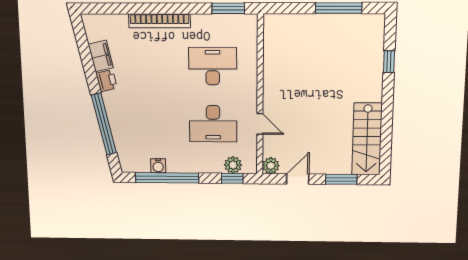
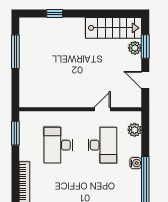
water cooler: (158, 166) -> (136, 163), moved
plant: (271, 166) -> (135, 48), moved
window: (232, 178) -> (145, 131), removed

